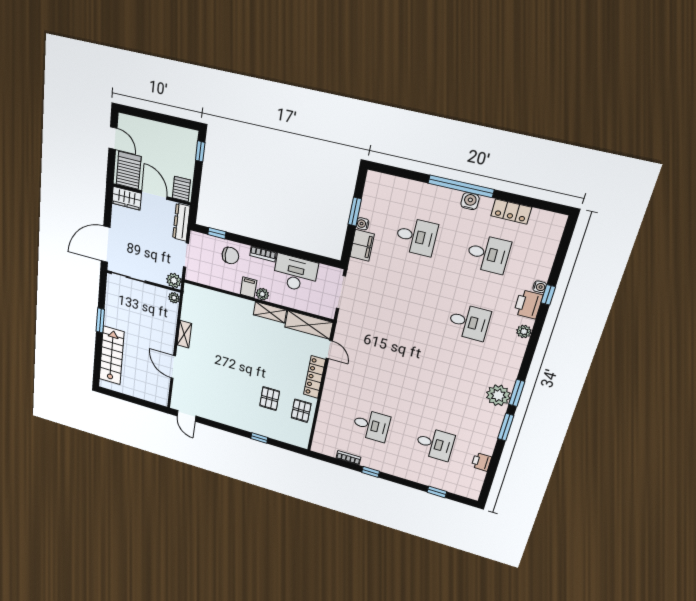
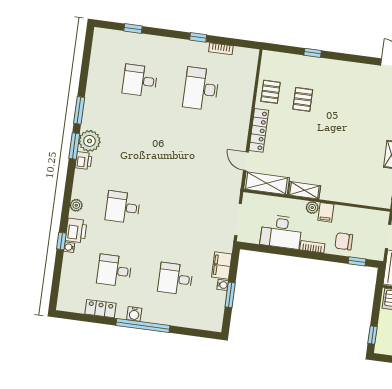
desk: (371, 425) -> (201, 89), width x1.37
printer: (481, 462) -> (84, 161), moved

